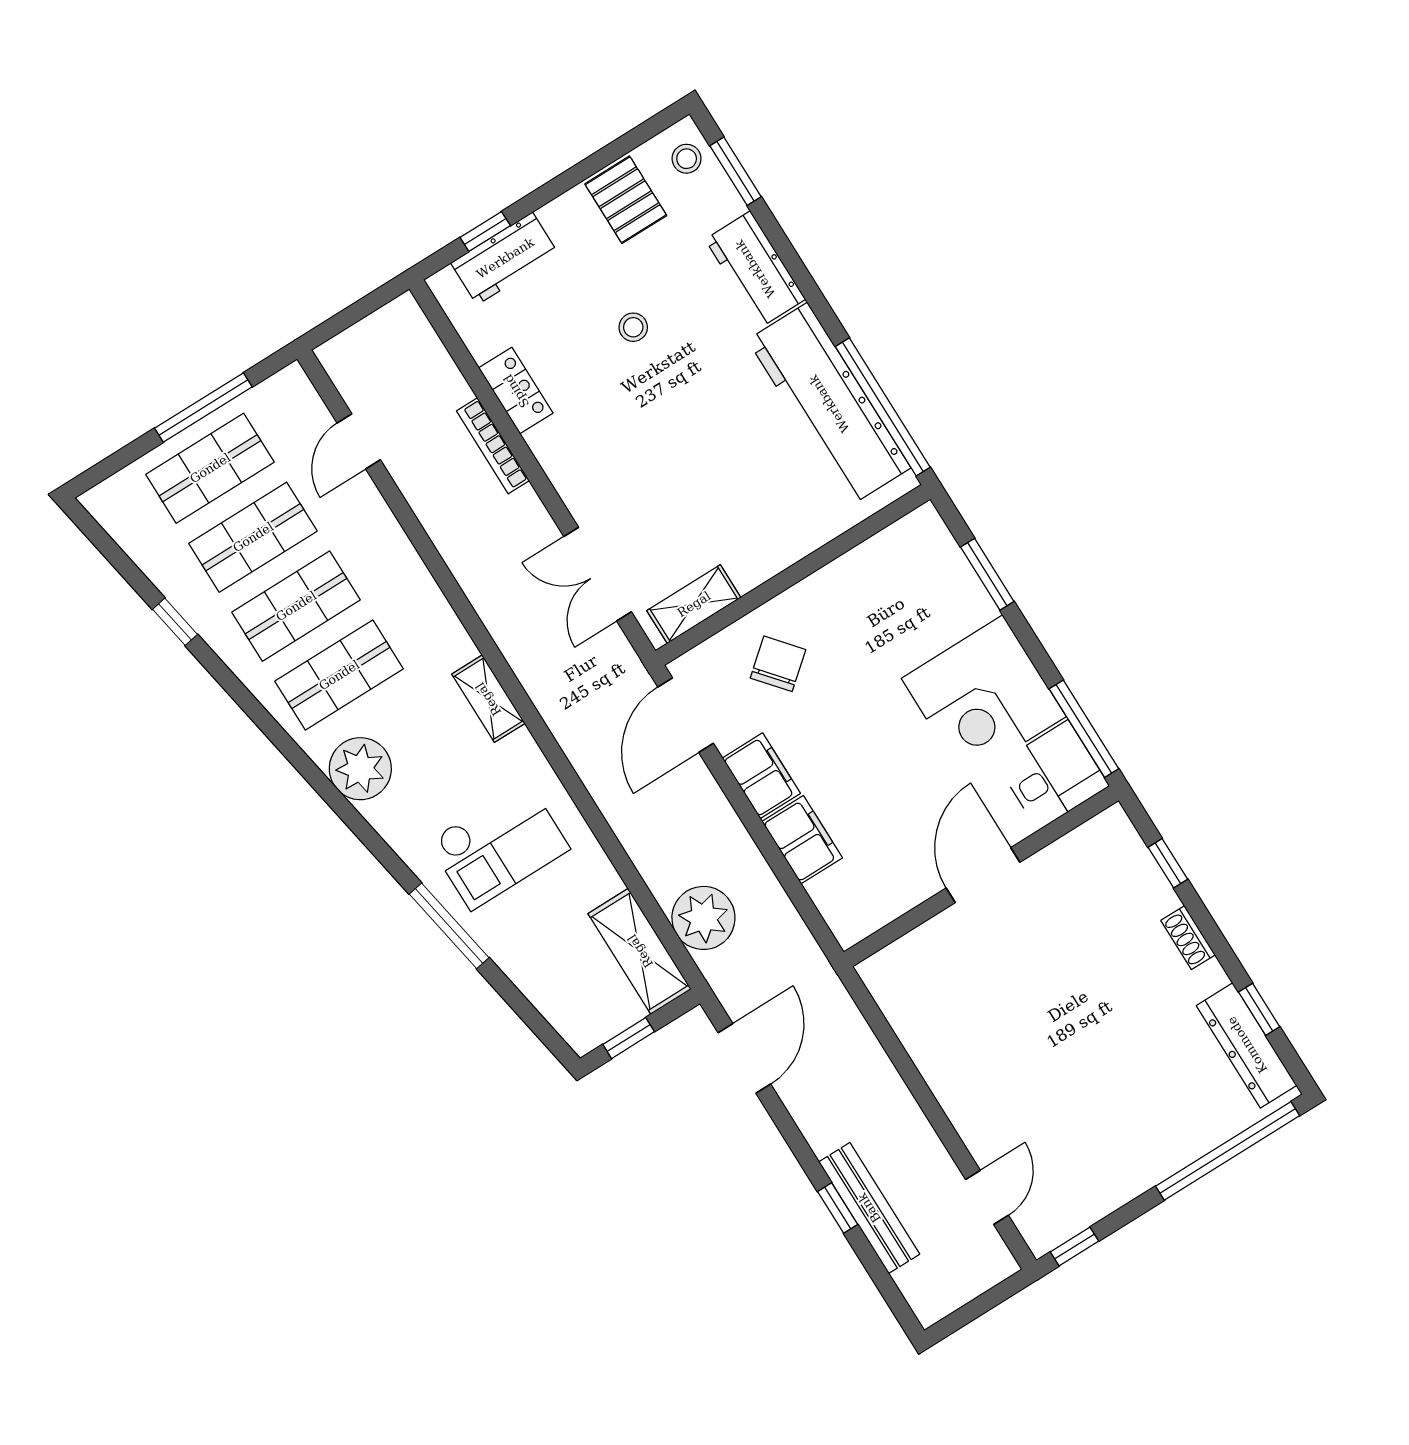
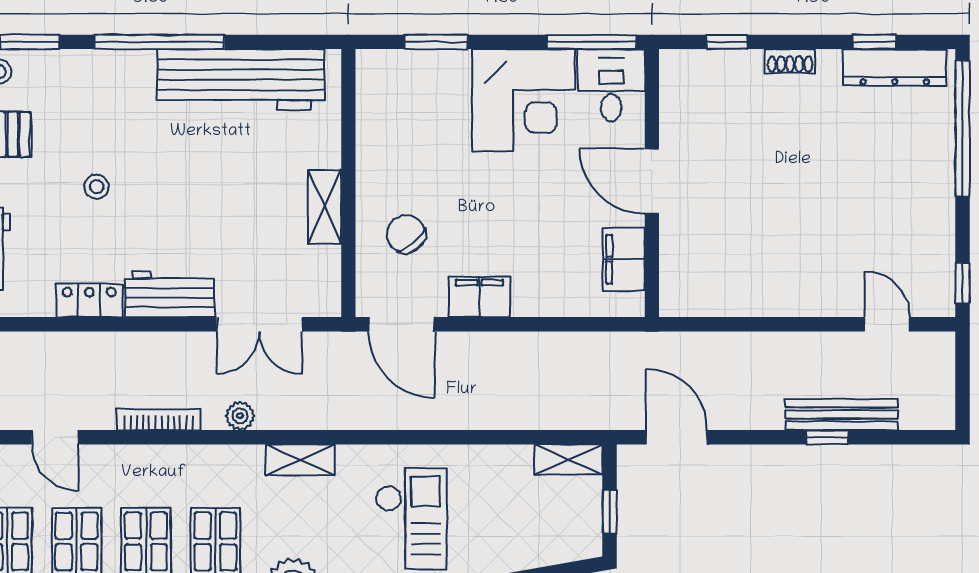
workbench: (755, 269) -> (170, 294), moved, turned 180
window: (883, 407) -> (159, 42), moved
bookcase: (493, 446) -> (159, 419), moved, turned 180
shelving: (694, 604) -> (325, 207), moved
filing cabinet: (802, 840) -> (624, 259), moved, turned -90
plant: (703, 918) -> (240, 416), moved, width x0.53, depth x0.53
shelving: (640, 951) -> (569, 460), width x0.67, depth x0.75

